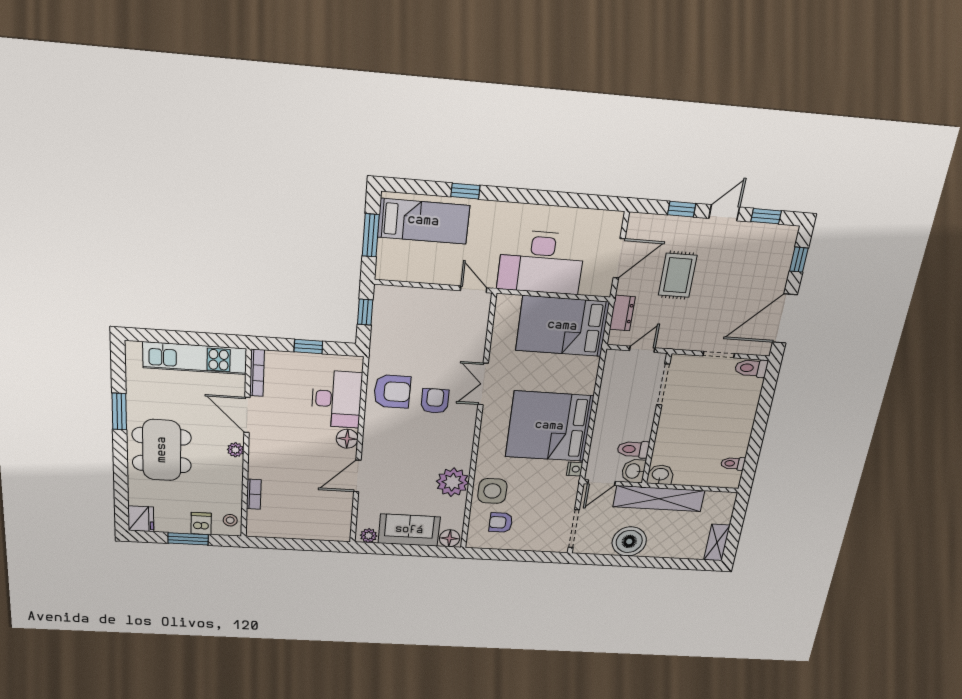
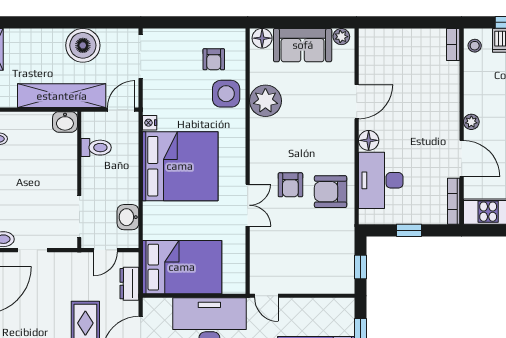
washbasin: (633, 471) -> (128, 217), moved, turned 180
bookcase: (254, 494) -> (453, 45), moved
armchair: (501, 522) -> (214, 59), turned 90

